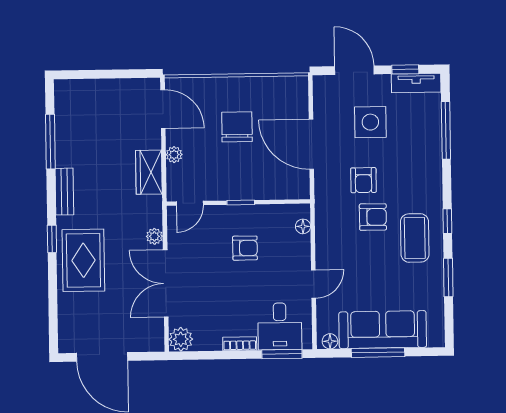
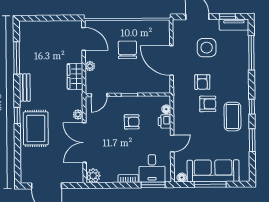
printer: (300, 247) -> (165, 121), added

